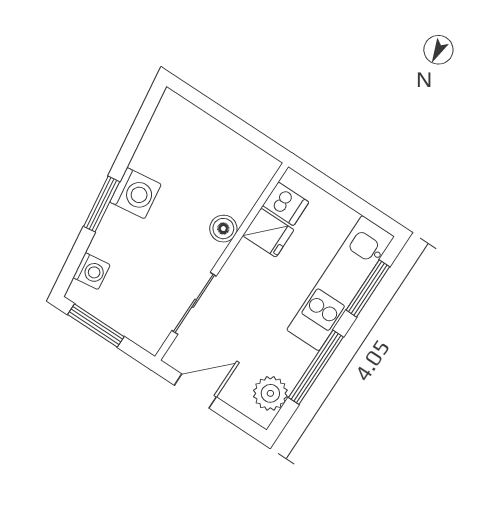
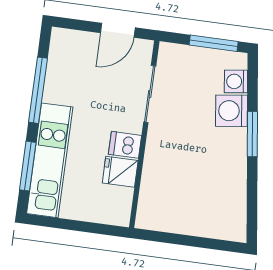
washing machine: (136, 193) -> (231, 111), moved
dishwasher: (286, 204) -> (125, 145), moved
boiler: (223, 229) -> (155, 159), removed
plant: (270, 393) -> (62, 55), removed

